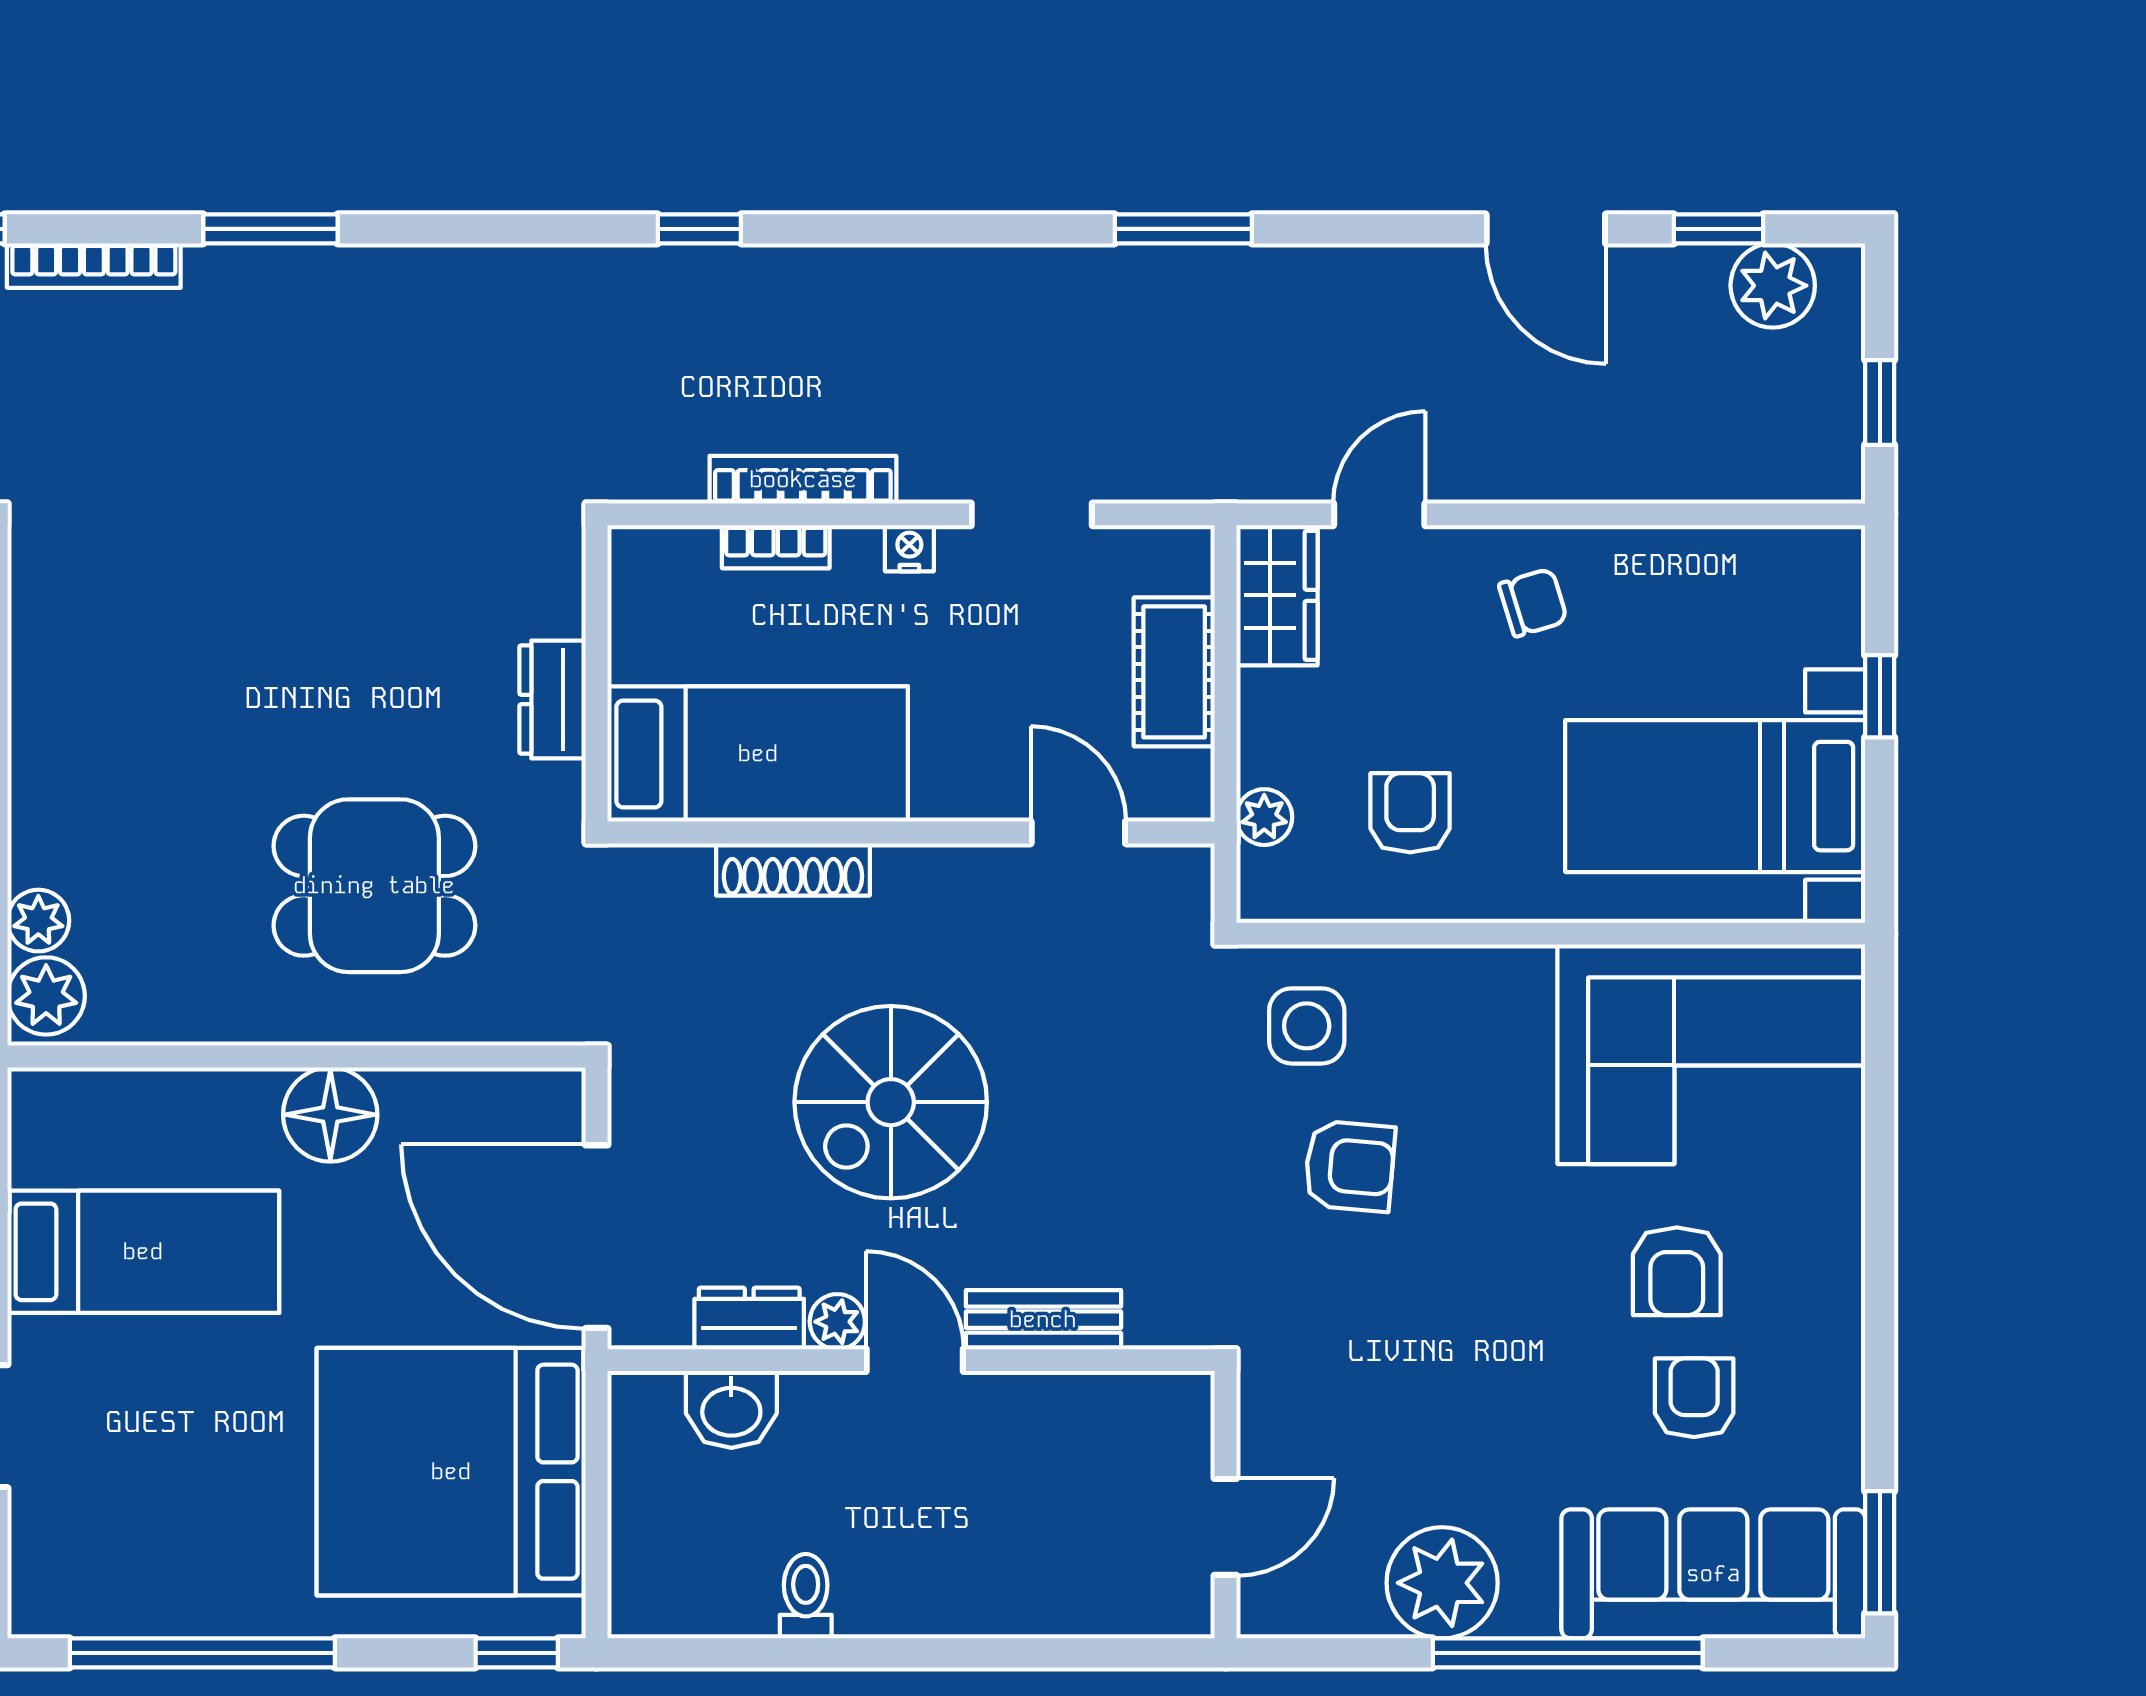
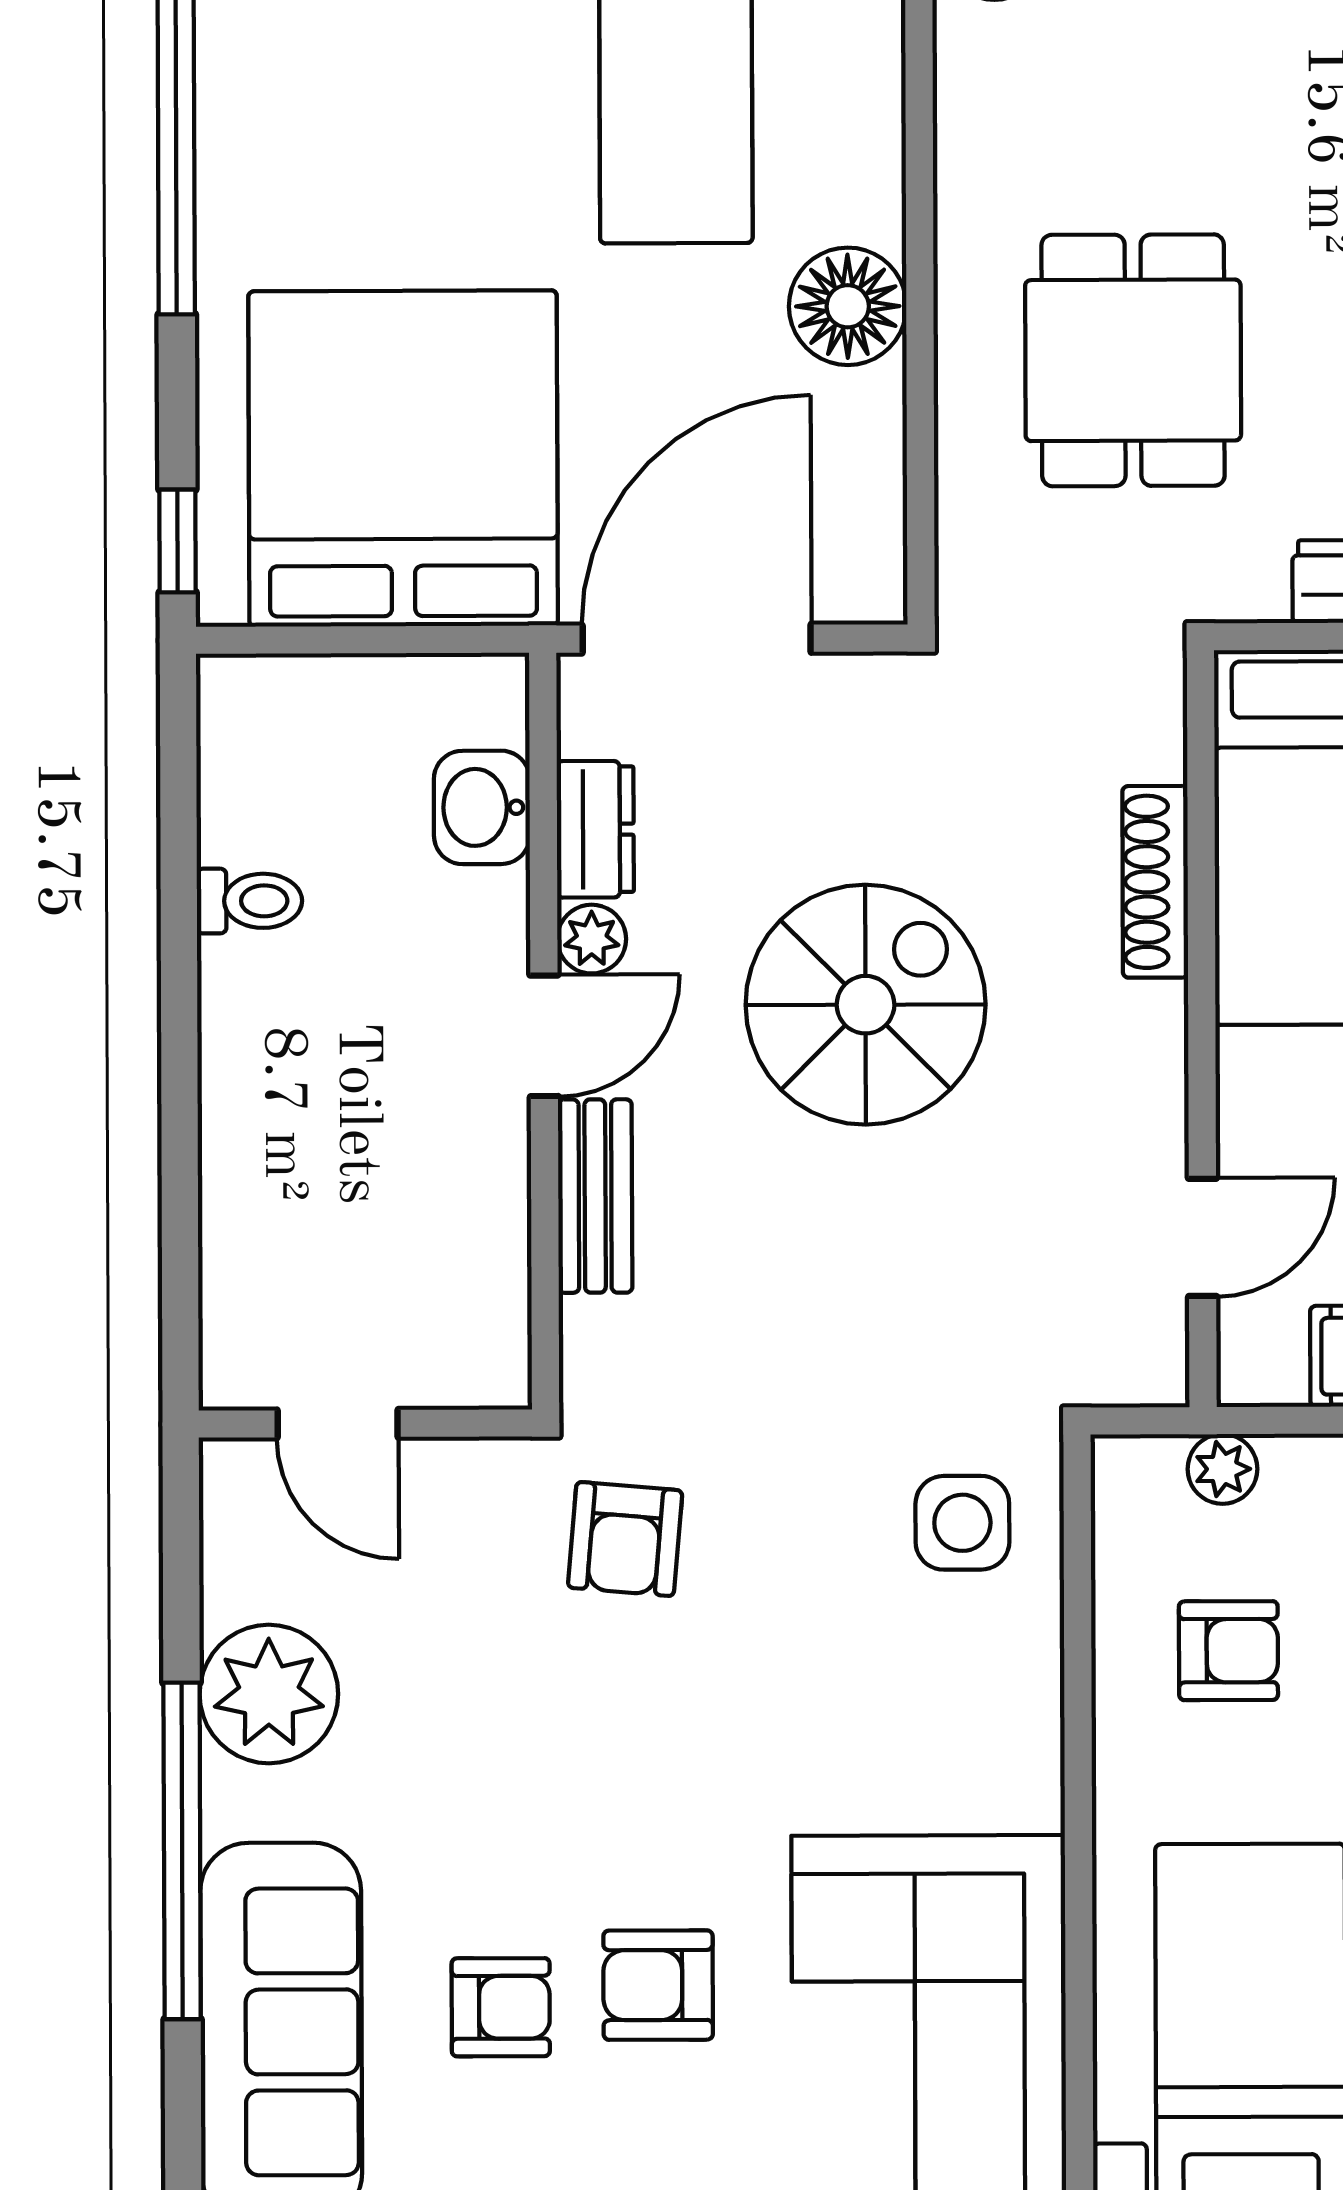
spiral stairs: (891, 1102) -> (866, 1005), turned 90
armchair: (1350, 1166) -> (625, 1539), moved

